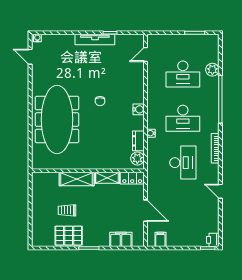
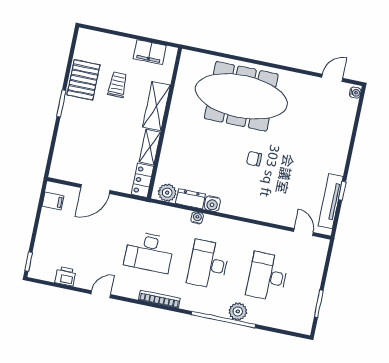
tv unit: (95, 40) -> (331, 201), moved
plant: (212, 70) -> (238, 311), moved
water cooler: (139, 109) -> (212, 204), moved
filing cabinet: (121, 239) -> (150, 52), moved, turned 90
printer: (213, 240) -> (65, 276), moved

